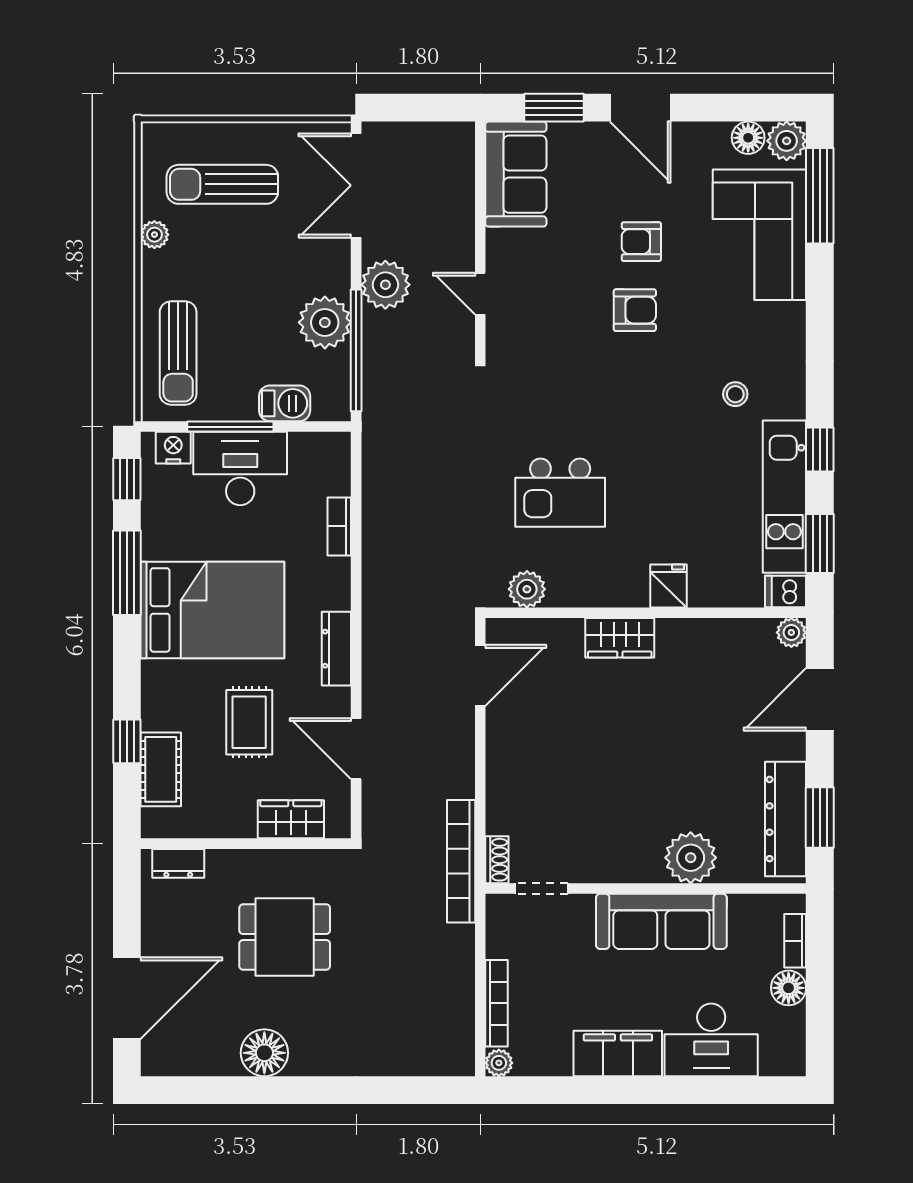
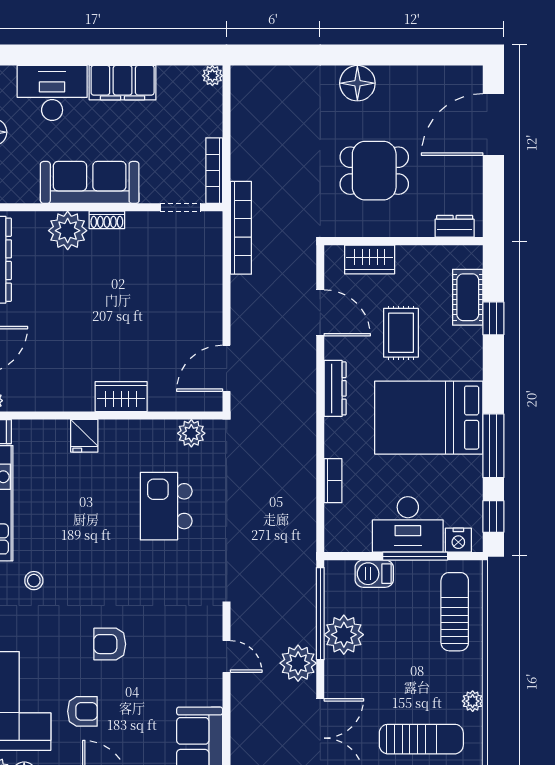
armchair: (641, 242) -> (82, 711), moved
kitchen island: (560, 493) -> (166, 506), turned -90
shoe rack: (497, 860) -> (107, 220), moved, turned -90
bookcase: (496, 1003) -> (214, 171), moved
floor lamp: (264, 1053) -> (357, 83), moved

